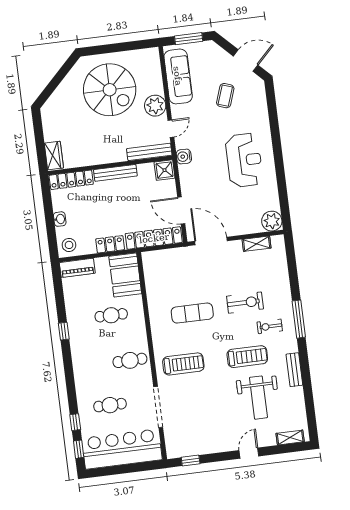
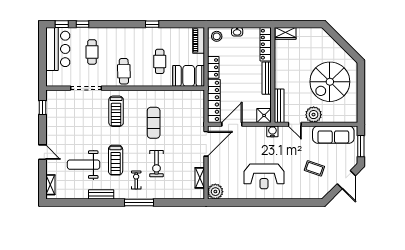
door: (246, 61) -> (346, 180), moved
bar counter: (122, 449) -> (58, 49), width x0.73

